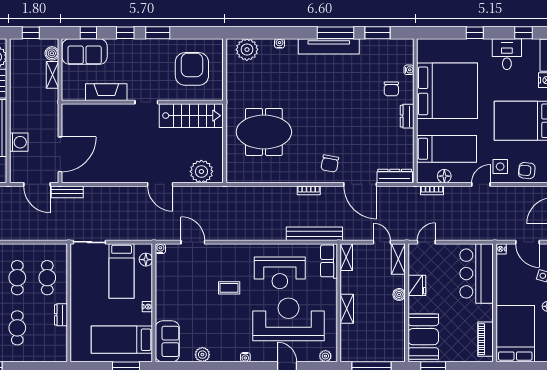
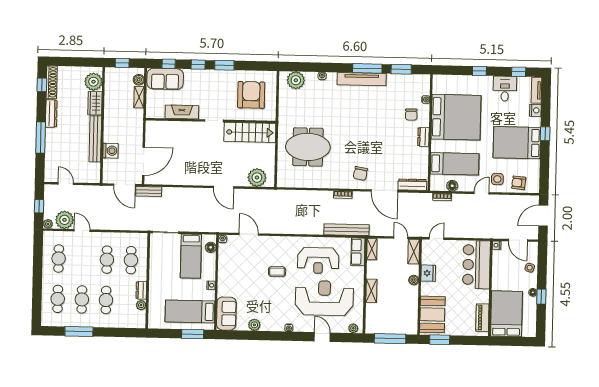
plant: (61, 333) -> (141, 305), added

